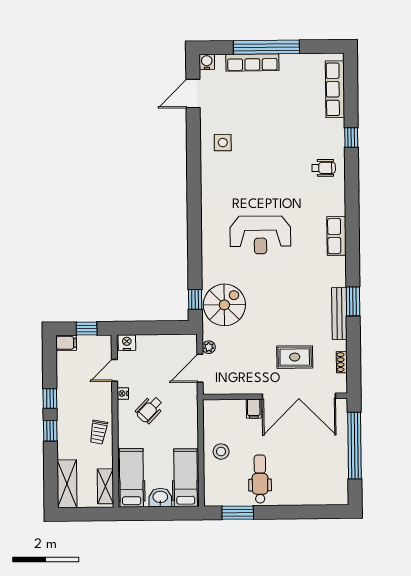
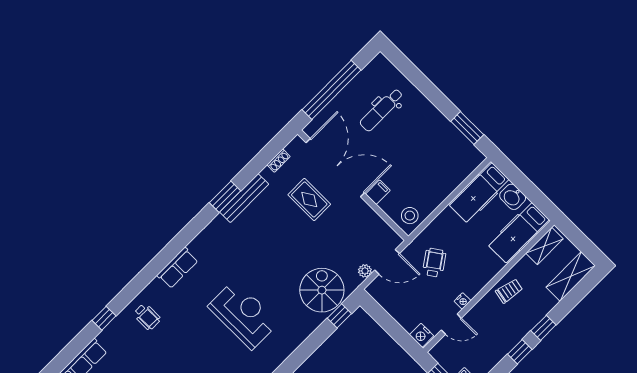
wheelchair: (324, 168) -> (147, 317), turned 180
row of seats: (336, 236) -> (178, 268), moved
spiral stairs: (224, 305) -> (322, 290), turned 90
wheelchair: (150, 409) -> (434, 263), moved, turned -79
stool: (221, 452) -> (410, 216), moved
dental chair: (260, 479) -> (382, 110), moved

